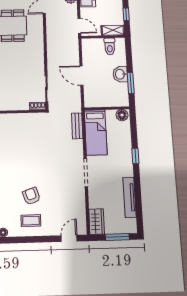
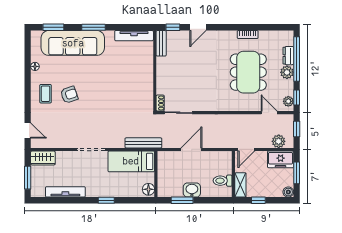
bench: (77, 126) -> (143, 143), width x1.36

